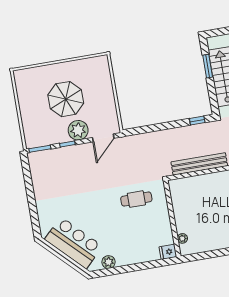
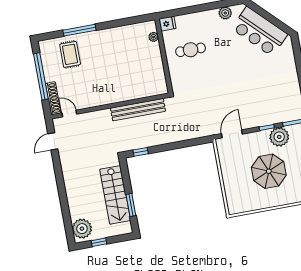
plant: (78, 130) -> (279, 137), moved
cafe table: (136, 199) -> (191, 50), moved

